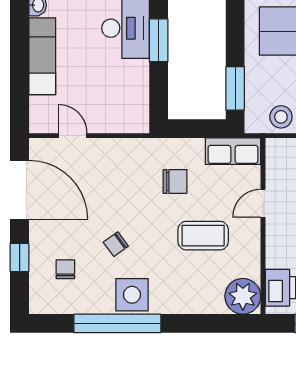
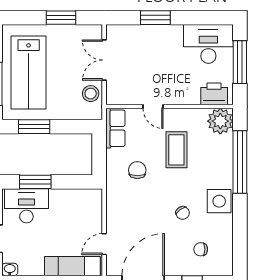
exam couch: (42, 56) -> (72, 266), moved
window: (235, 88) -> (34, 127), moved
window: (117, 323) -> (240, 162), moved

